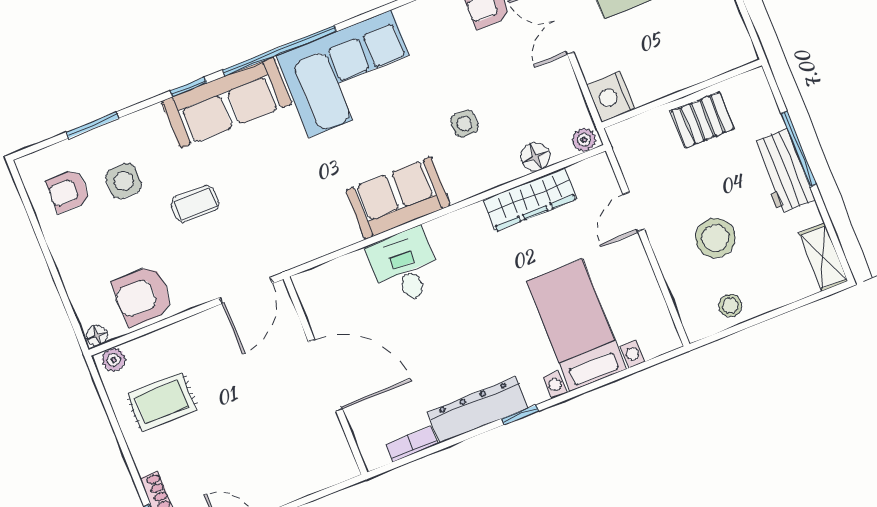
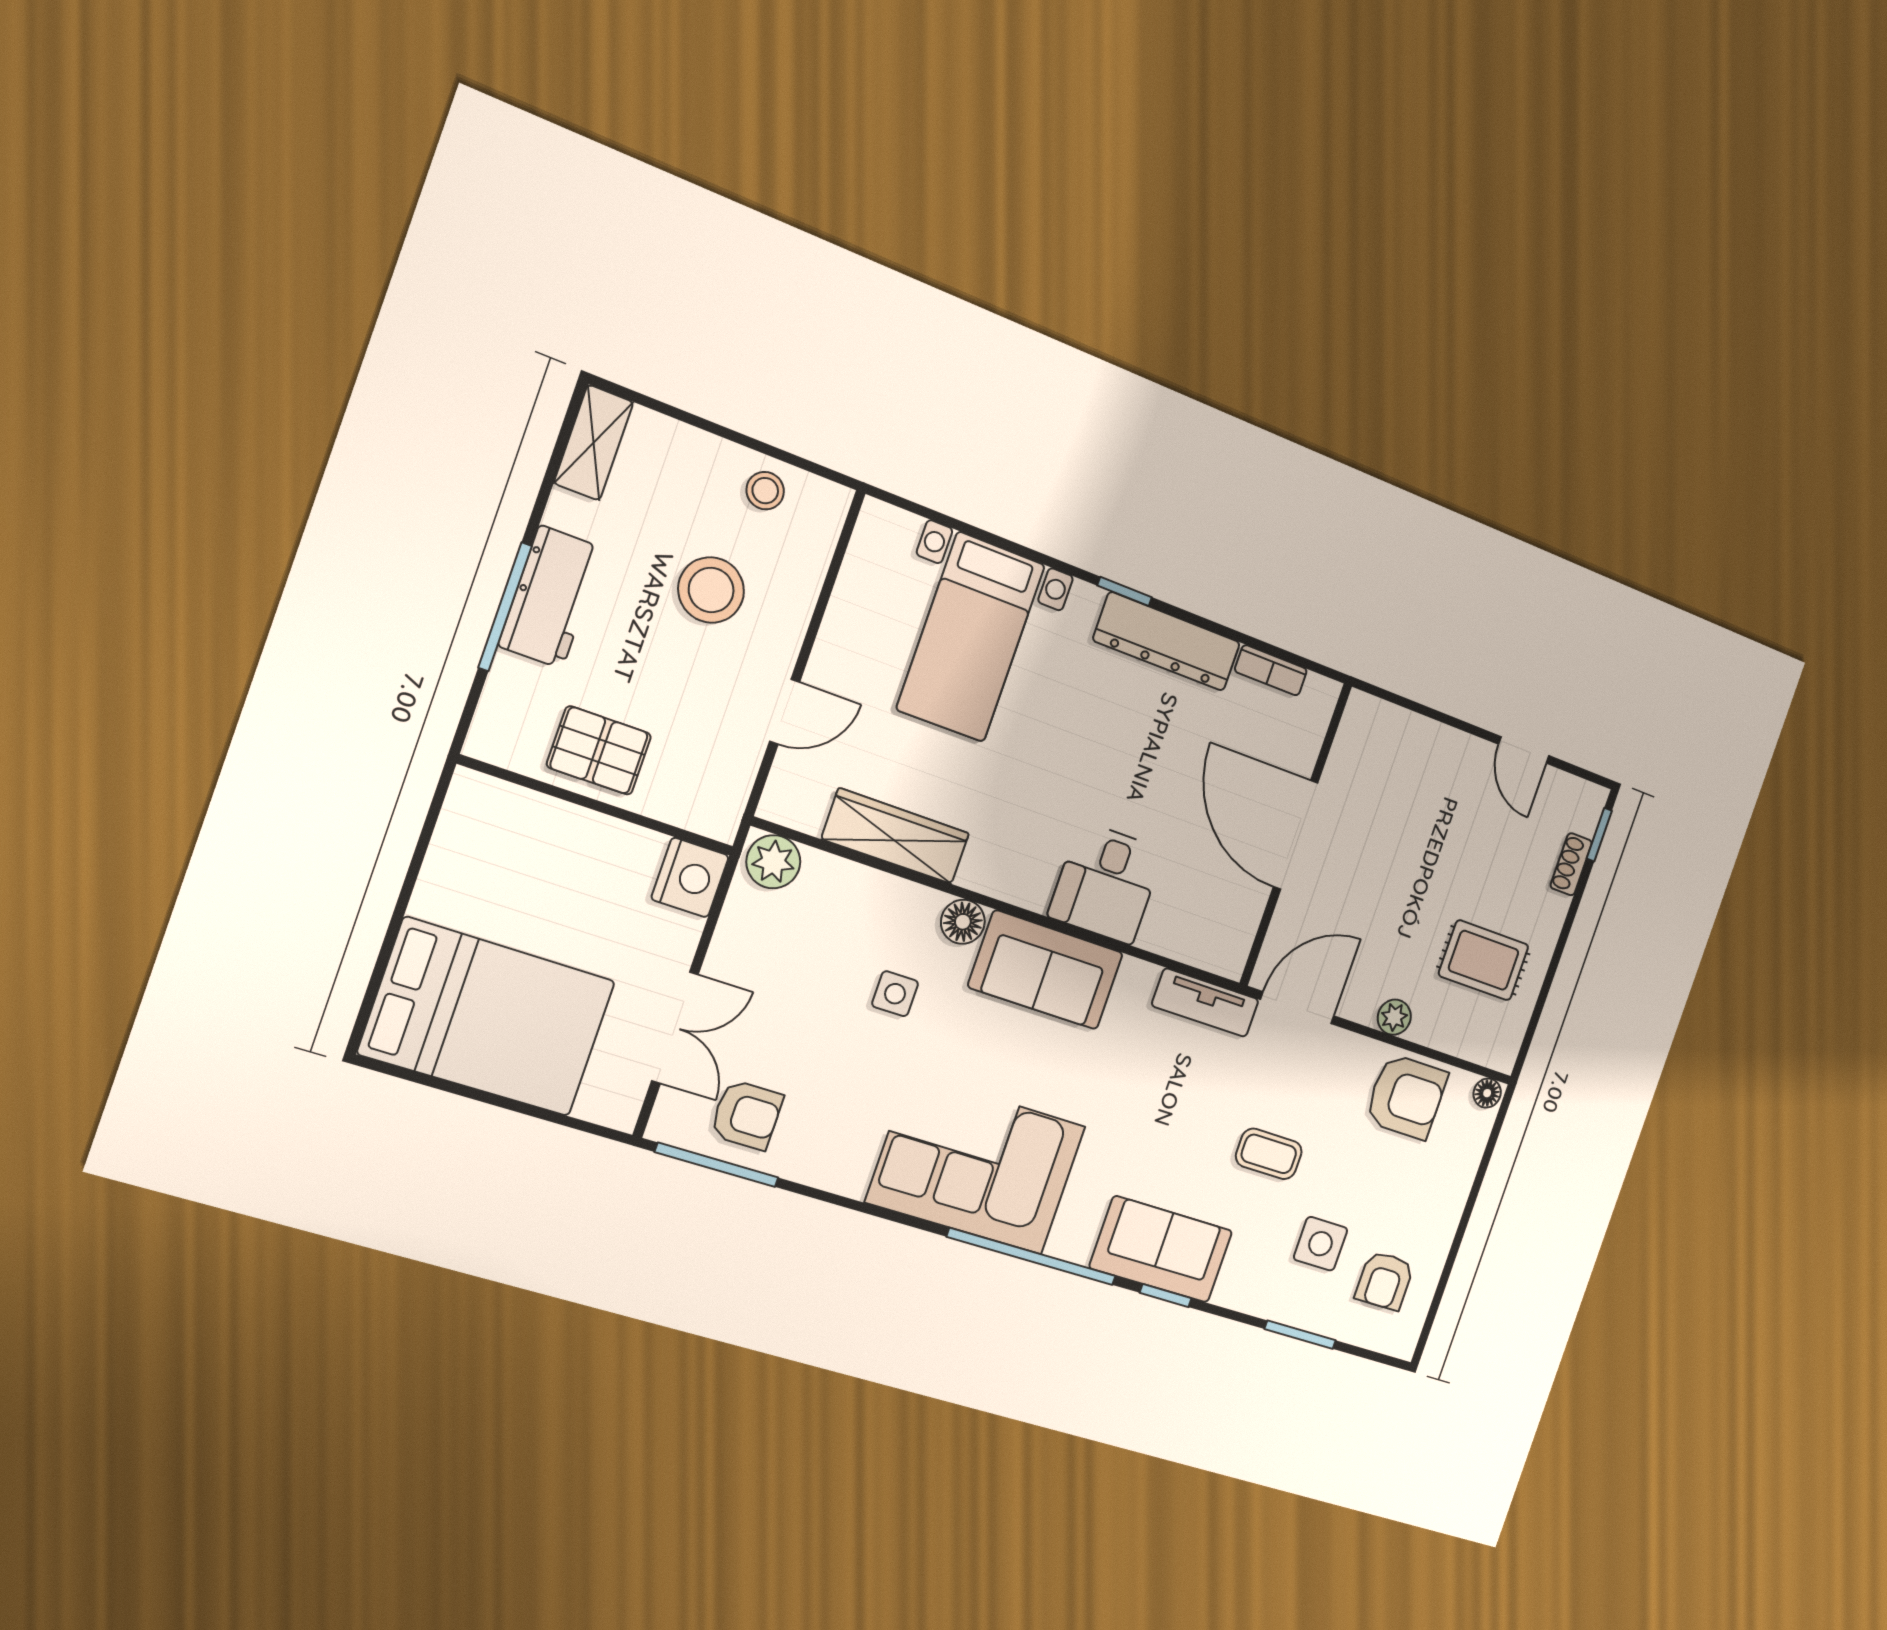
sofa: (227, 103) -> (1161, 1249), width x0.73
plant: (584, 140) -> (773, 862), width x1.38, depth x1.38
floor lamp: (535, 157) -> (963, 922), moved
armchair: (68, 191) -> (1385, 1281), turned 90
tv unit: (299, 252) -> (1205, 1003), added
plant: (114, 360) -> (1394, 1017), moved

